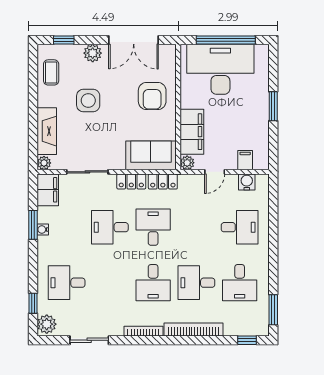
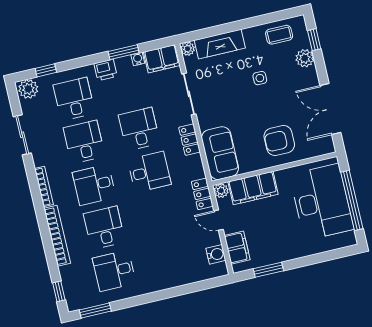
plant: (93, 53) -> (305, 58), moved
side table: (88, 101) -> (260, 78), width x0.54, depth x0.54
window: (273, 106) -> (268, 270), moved
filing cabinet: (245, 160) -> (237, 248), width x2.00
locker: (163, 182) -> (202, 194), moved
desk: (240, 227) -> (84, 142), moved, turned 180
water cooler: (43, 230) -> (138, 59), moved
printer: (46, 246) -> (105, 70), added

